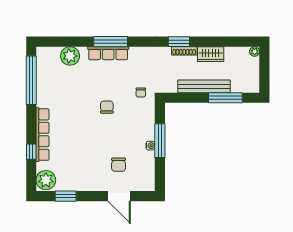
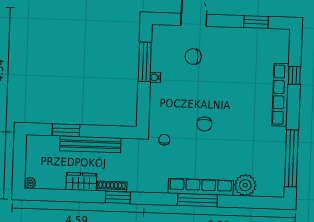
row of seats: (108, 53) -> (201, 187), width x1.36
window: (225, 98) -> (66, 130), width x0.69
window: (160, 141) -> (145, 62), moved
chair: (119, 165) -> (193, 57), turned -90
plant: (46, 180) -> (278, 42), removed

